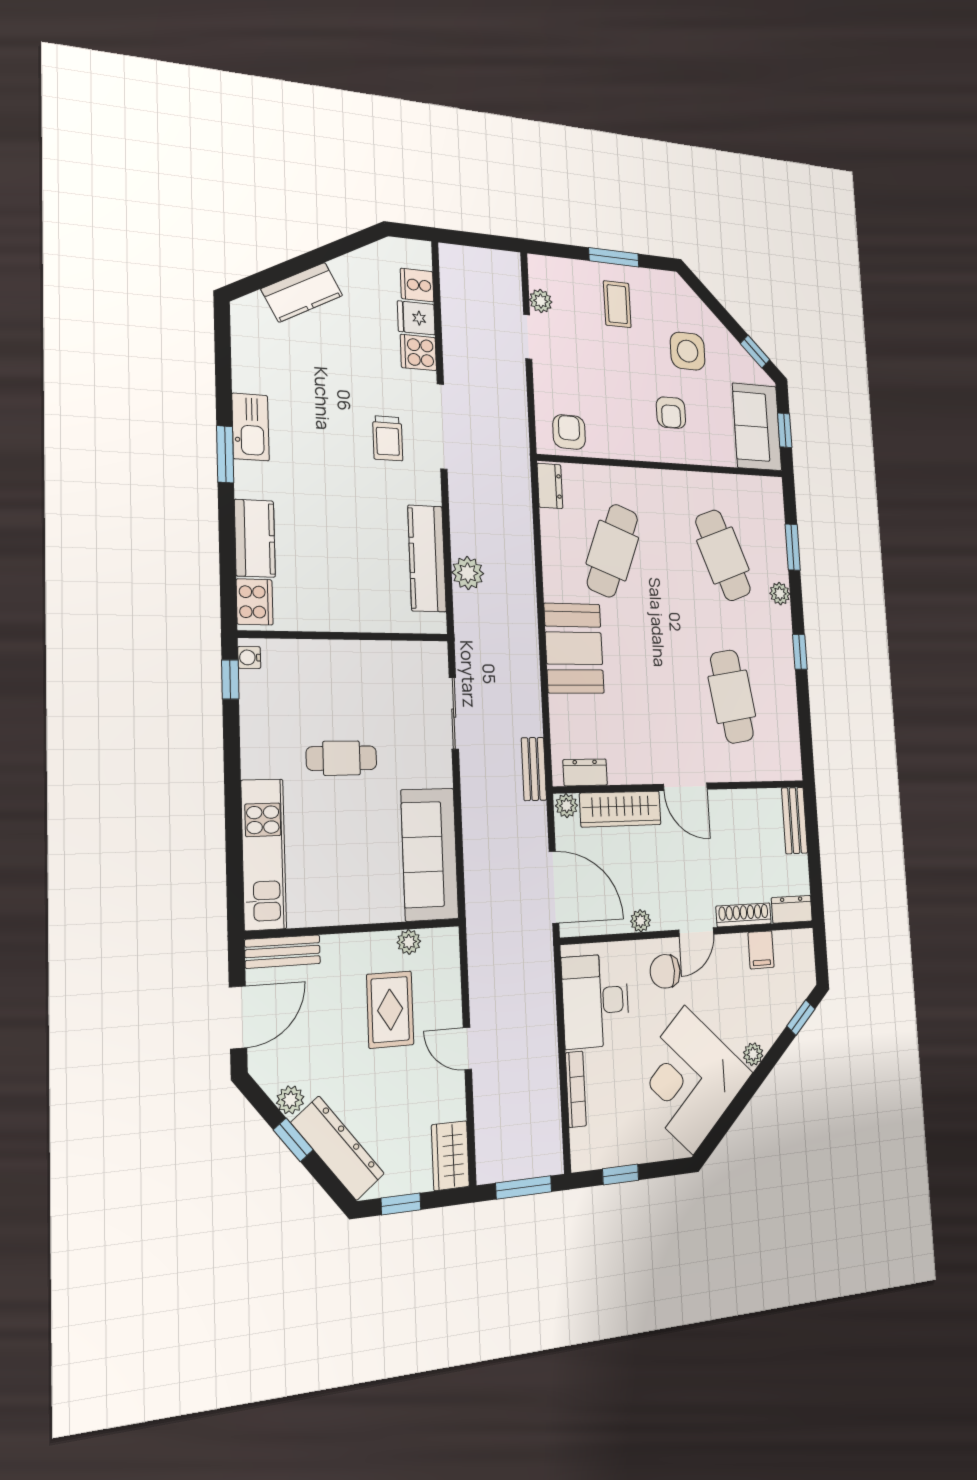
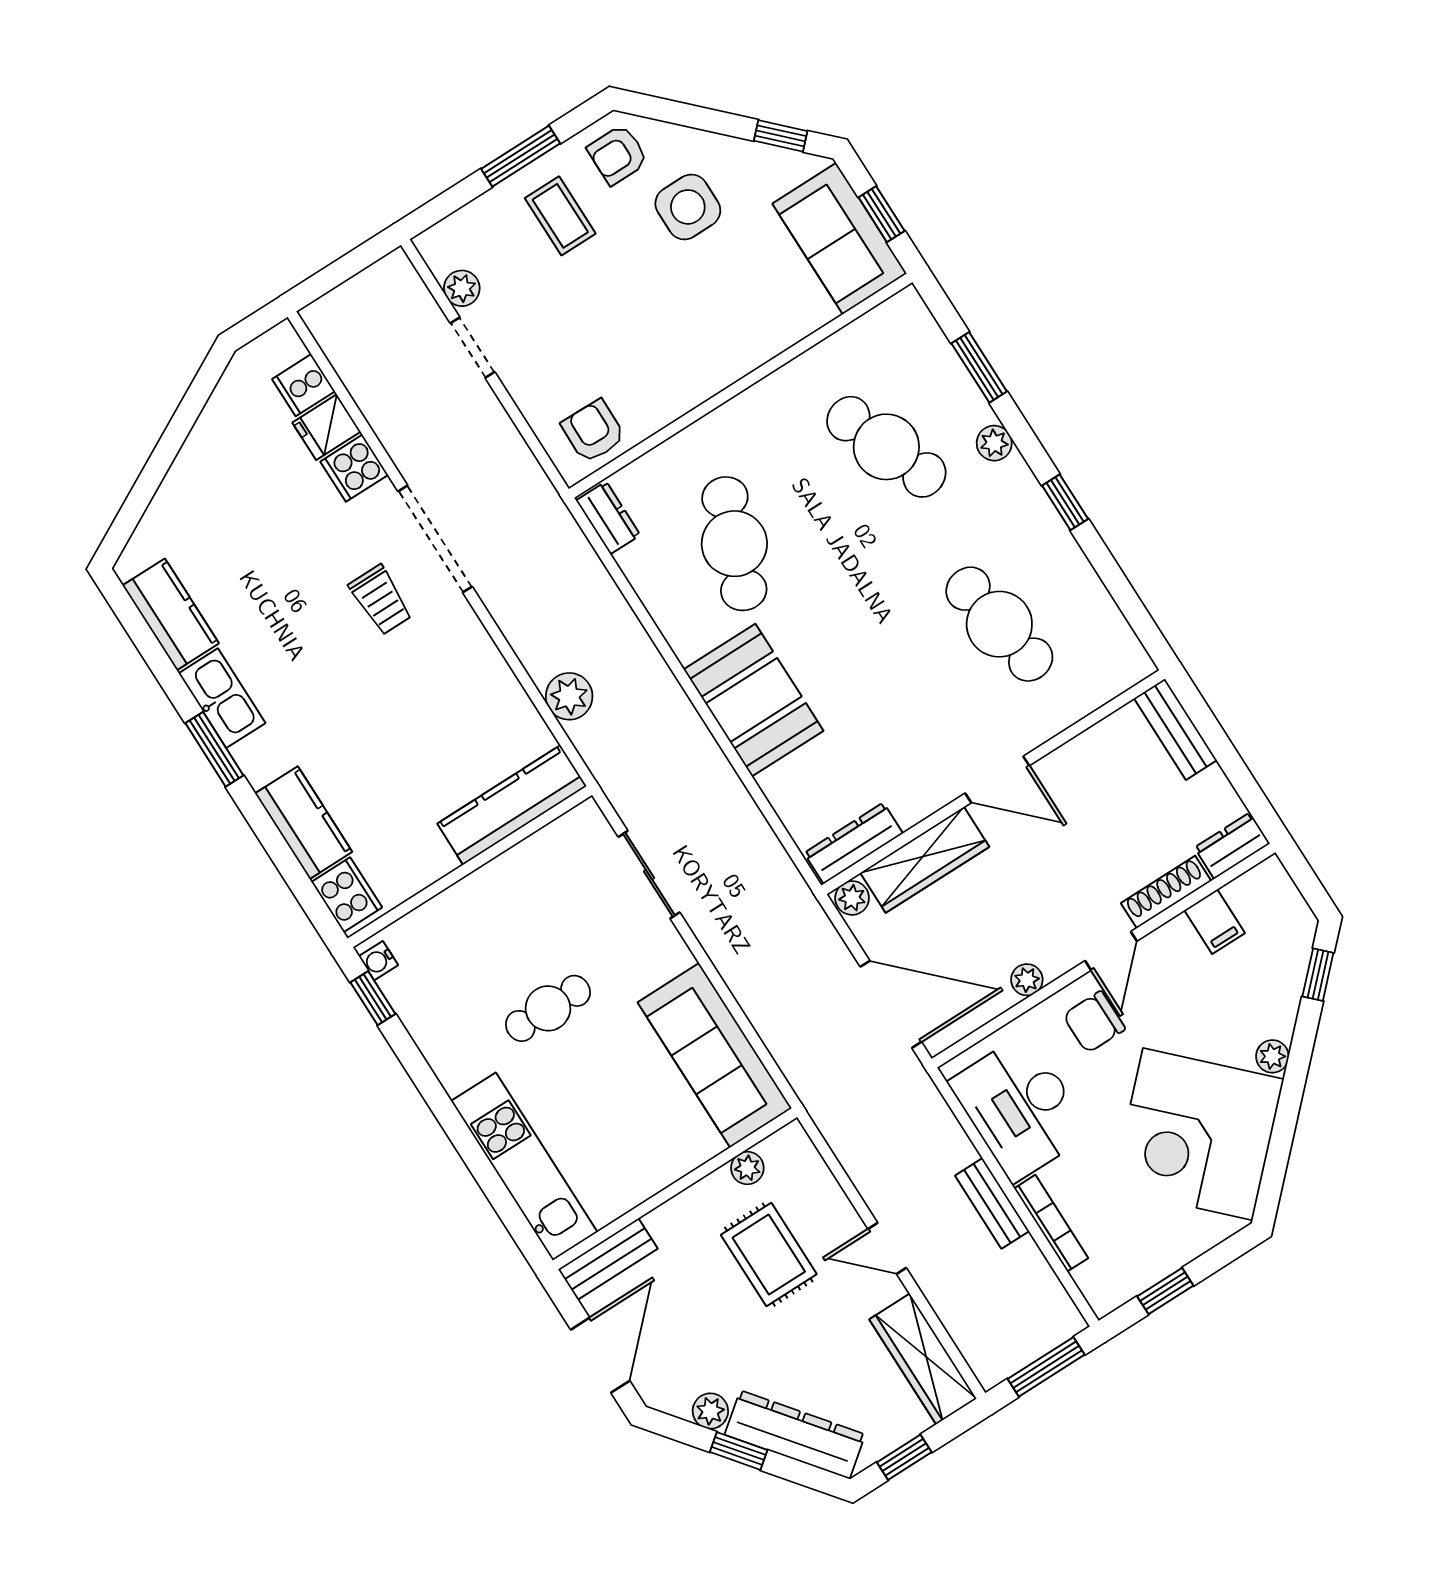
kitchen counter: (302, 292) -> (171, 614), moved, turned -62
armchair: (671, 413) -> (618, 155), moved, turned 90
kitchen counter: (427, 558) -> (512, 805), moved, turned 90
bench: (534, 769) -> (992, 1203), moved
dresser: (585, 772) -> (854, 843), width x1.44
wardrobe: (450, 1156) -> (923, 1359), width x1.50

